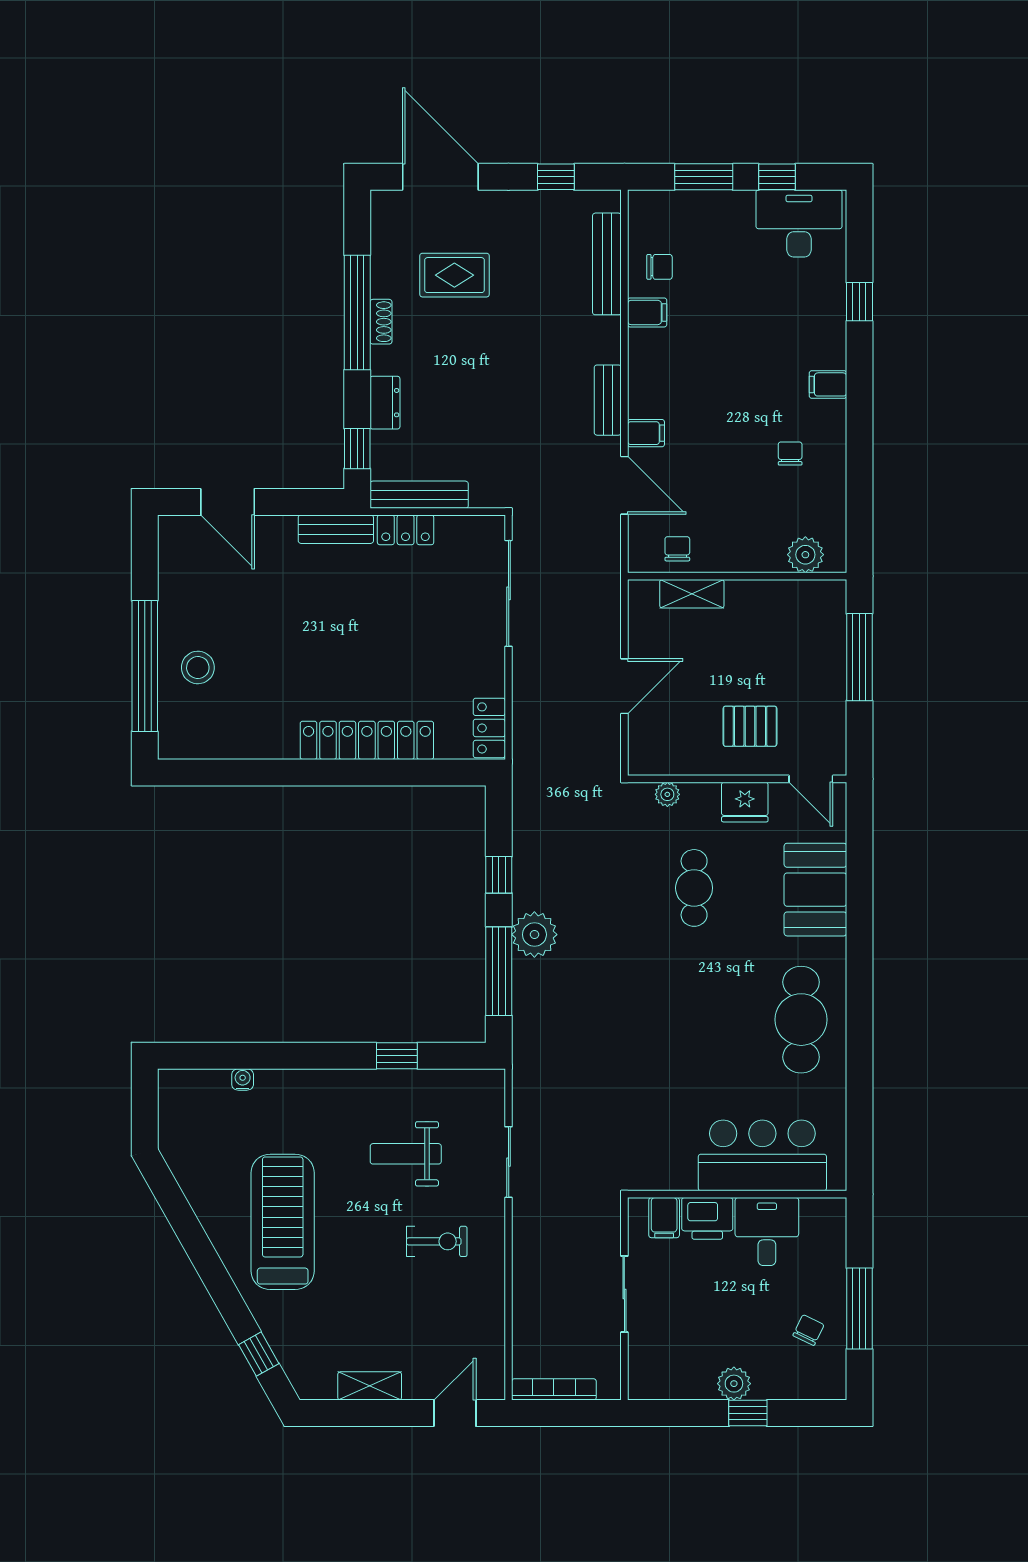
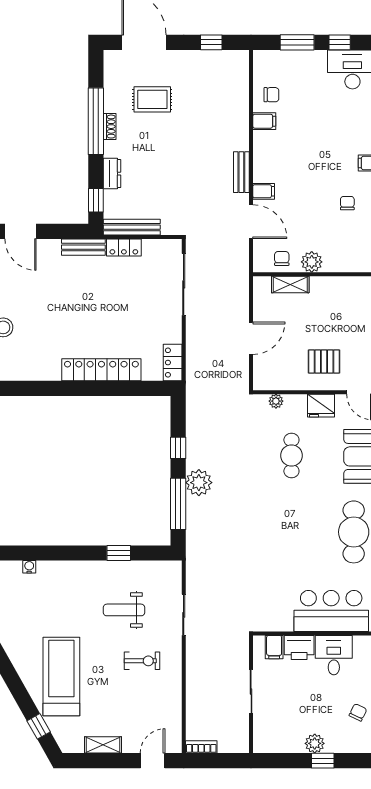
bench: (607, 264) -> (241, 93), removed
plant: (805, 555) -> (312, 262), moved
treadmill: (283, 1222) -> (61, 676), moved
bookcase: (554, 1389) -> (201, 747), width x0.64

